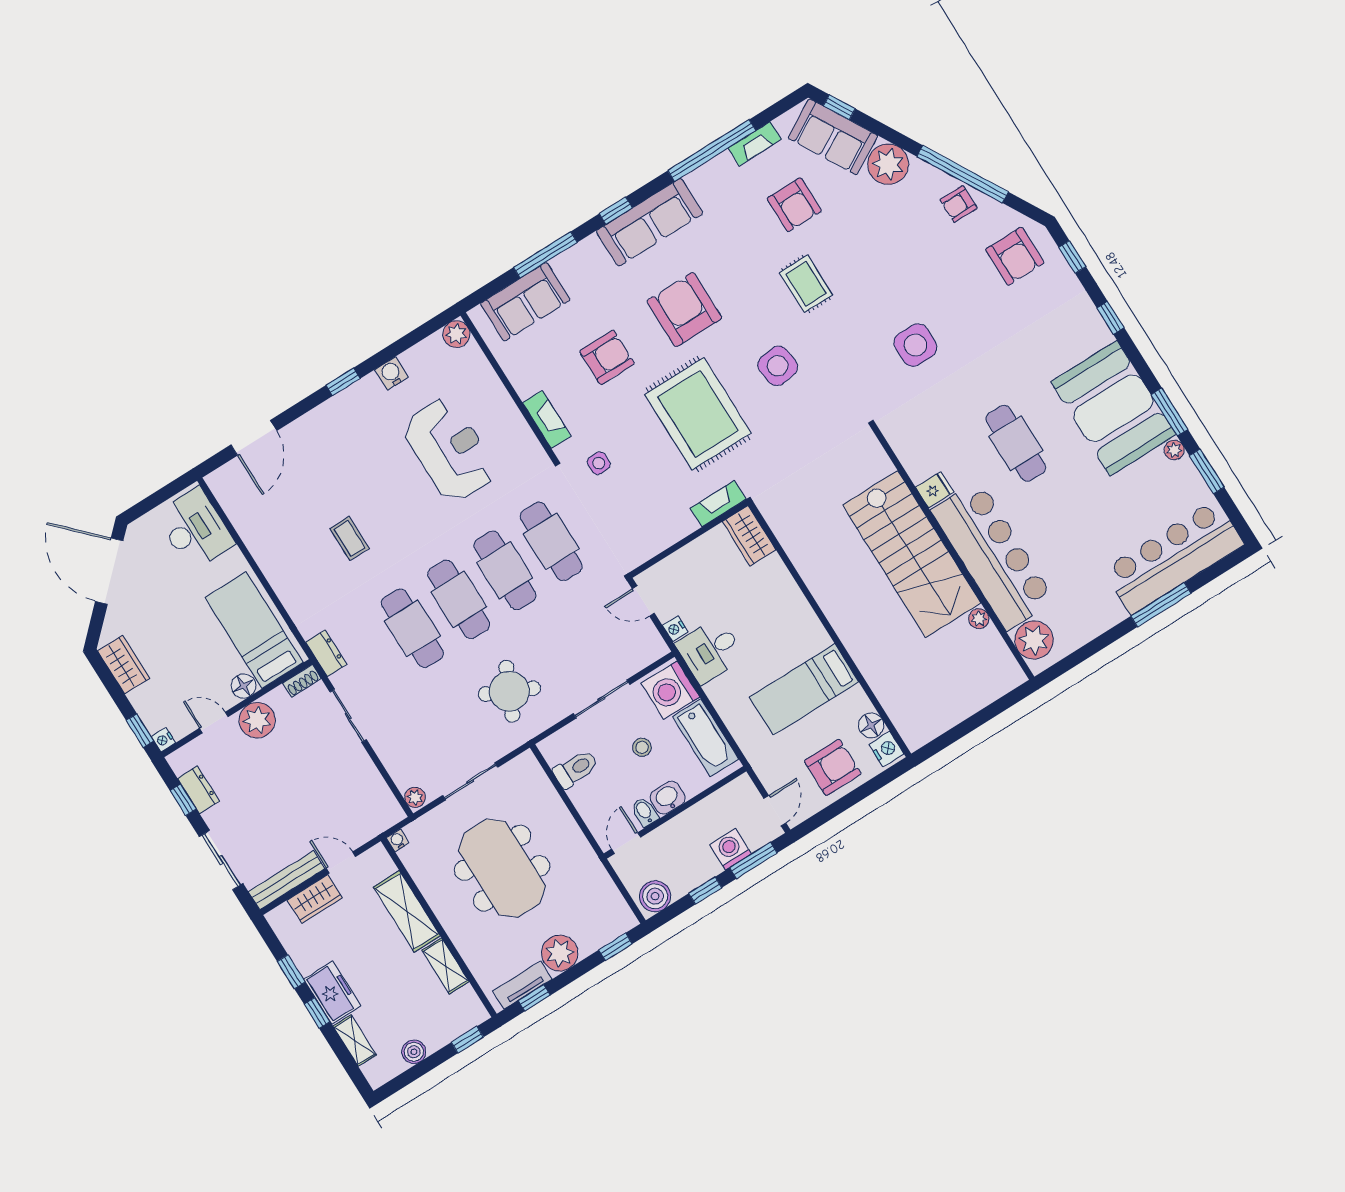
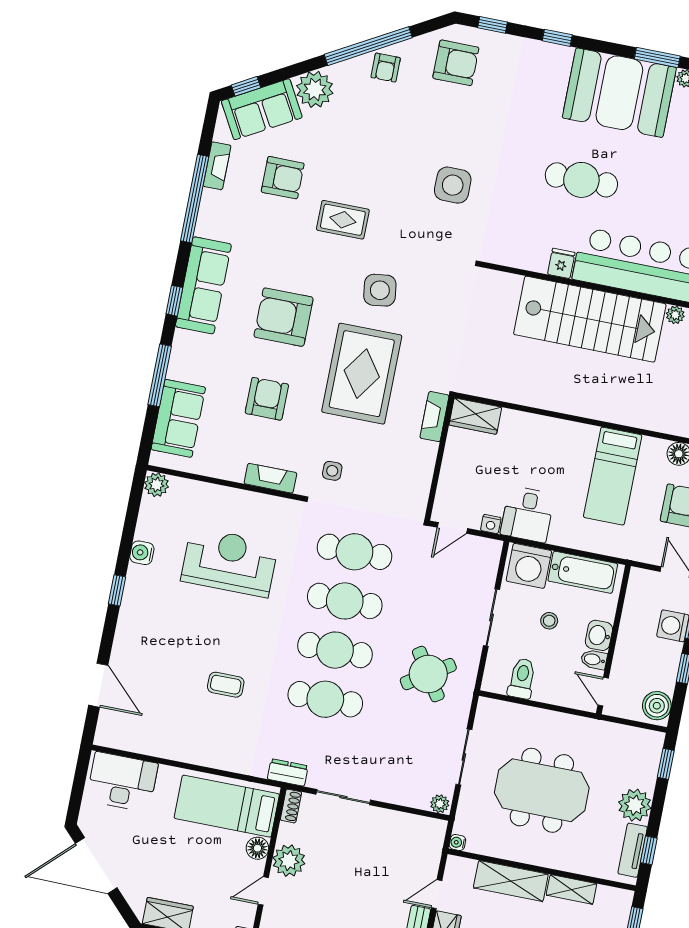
rug: (698, 414) -> (362, 374), turned 90
round table: (509, 691) -> (428, 674), turned 32

